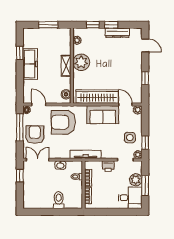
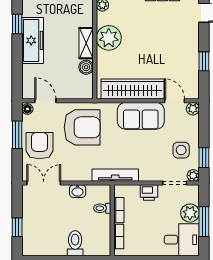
boiler: (66, 94) -> (86, 67), moved
armchair: (63, 122) -> (82, 127), turned 180
window: (20, 127) -> (17, 135), width x0.69
window: (20, 176) -> (17, 227), moved

